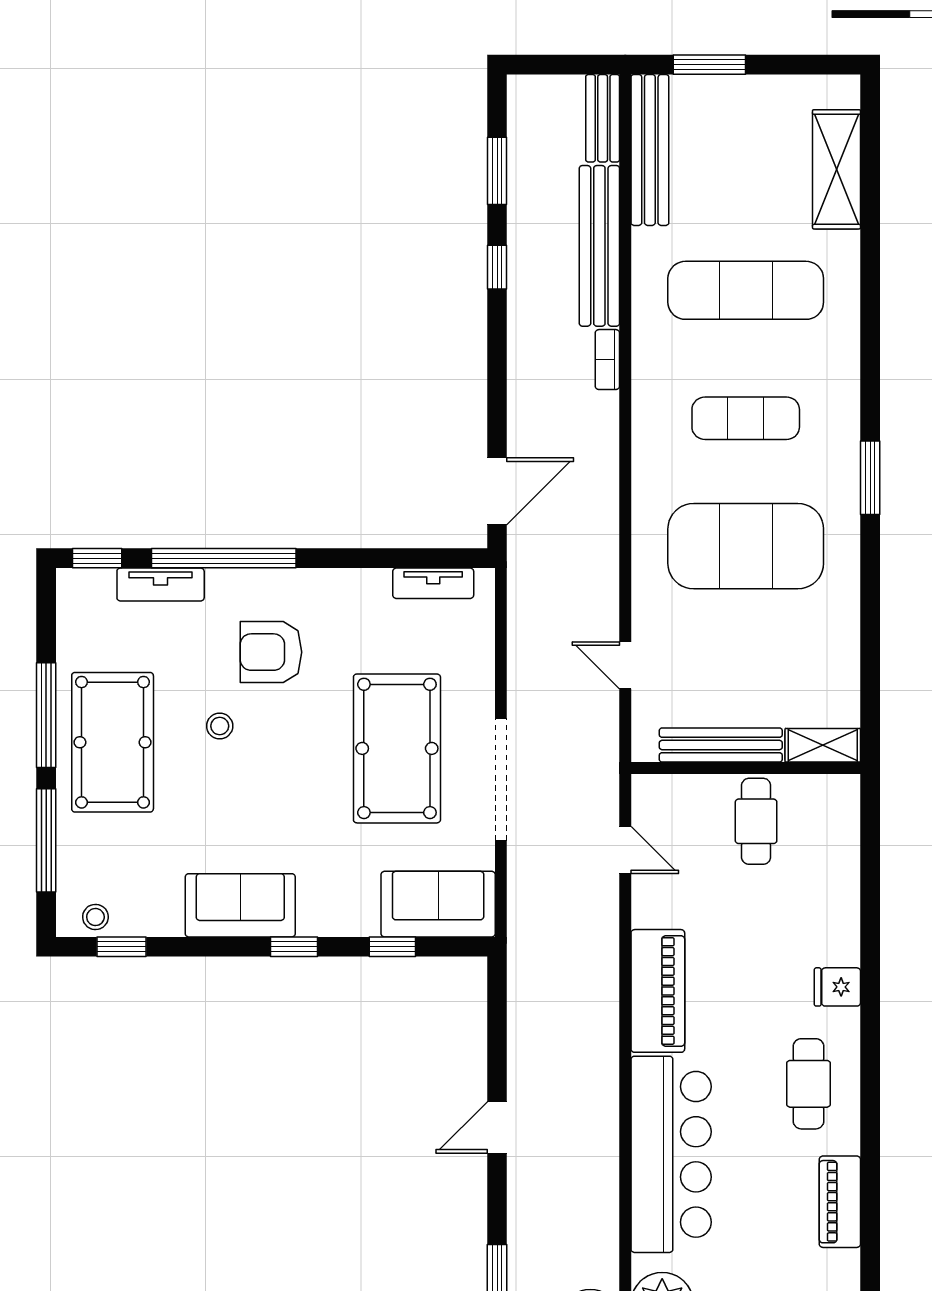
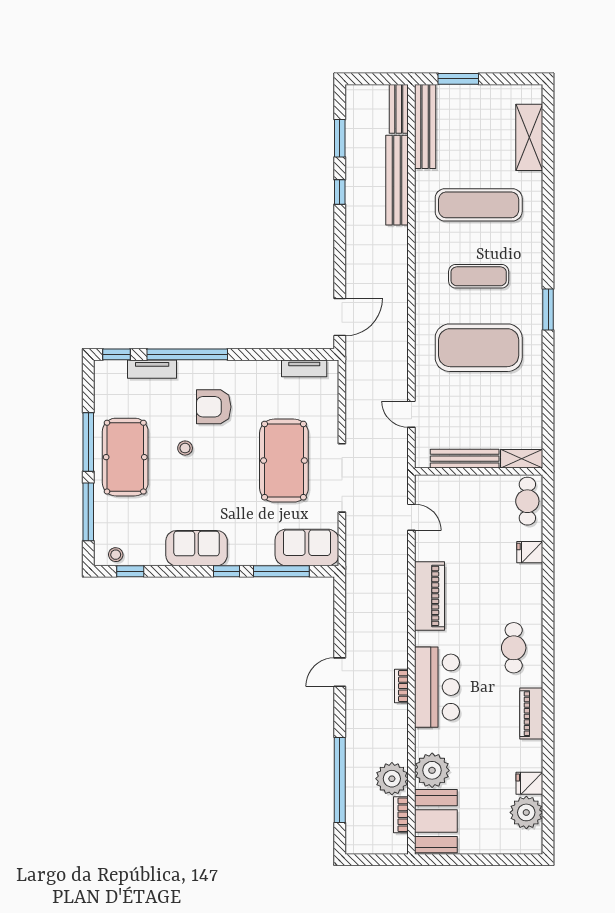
bookcase: (607, 360) -> (401, 686), moved
cafe table: (756, 821) -> (527, 501), moved
window: (392, 947) -> (281, 571), width x2.17
fridge: (837, 987) -> (530, 552), moved
bar counter: (671, 1154) -> (437, 687), width x0.73

